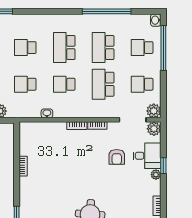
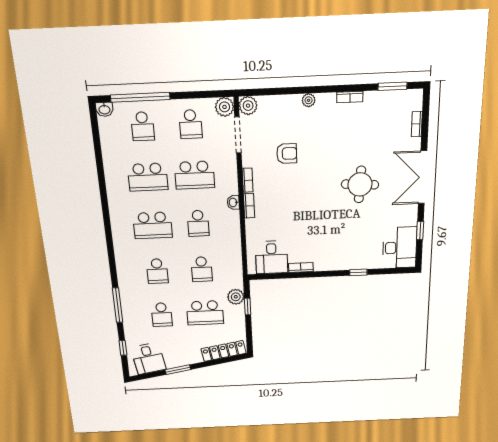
window: (107, 11) -> (101, 175), removed
washbasin: (47, 113) -> (233, 202), moved
desk: (147, 156) -> (272, 257), moved, turned 180
window: (163, 166) -> (297, 90), removed

